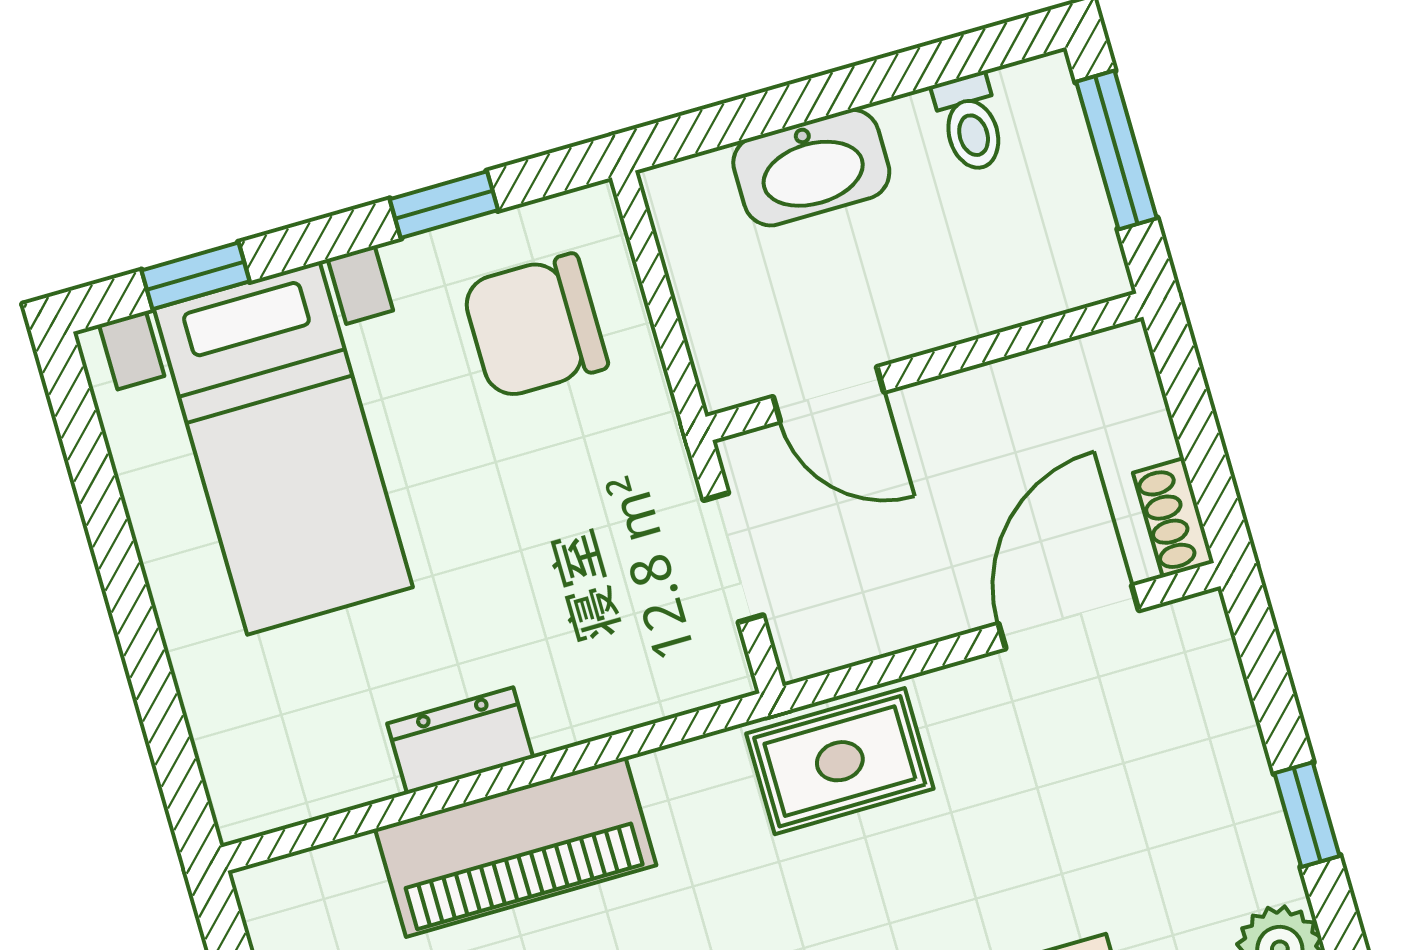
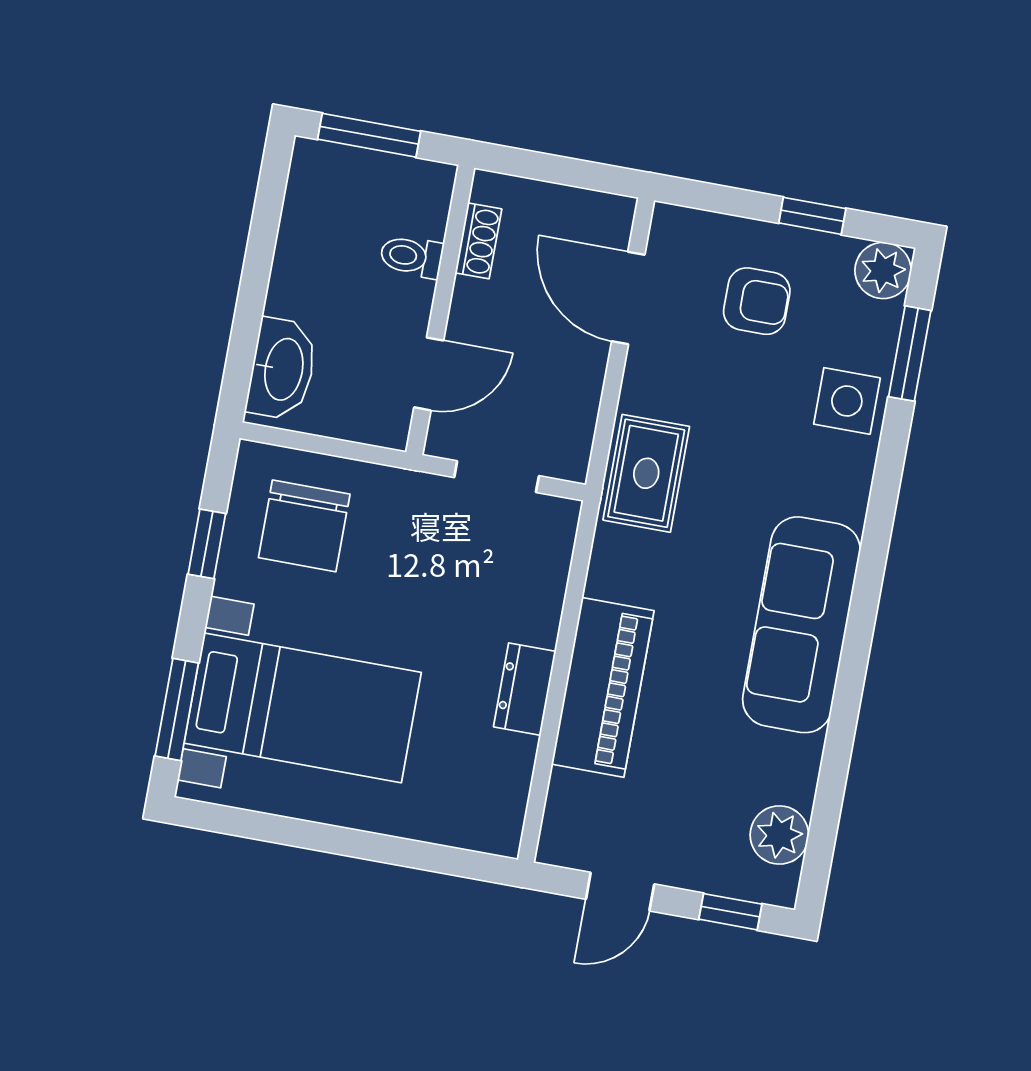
toilet: (970, 123) -> (411, 256), moved, turned 180
washbasin: (811, 168) -> (282, 369), moved
window: (196, 276) -> (177, 709), width x1.50
shoe rack: (1173, 518) -> (478, 241), moved, turned -90
armchair: (1152, 796) -> (757, 301), added

